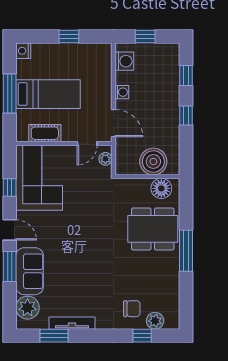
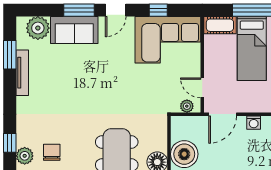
cot: (45, 133) -> (220, 25), moved, turned 90
chair: (132, 309) -> (52, 152), moved, turned 180

